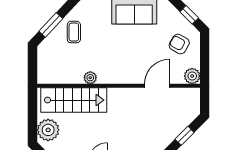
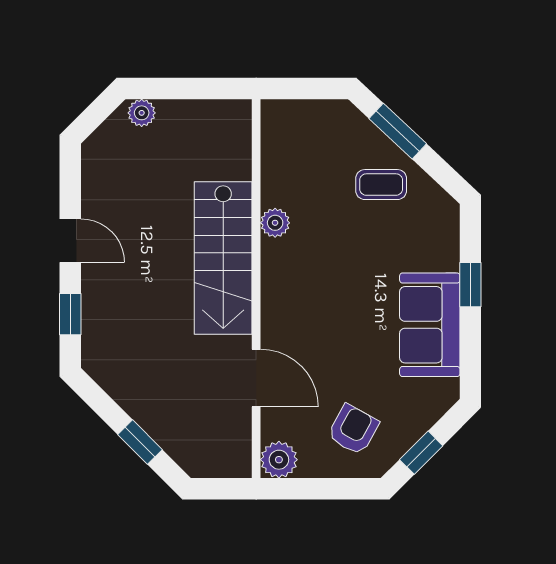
stairs: (74, 100) -> (223, 258), moved
plant: (48, 130) -> (142, 113), width x0.53, depth x0.53

